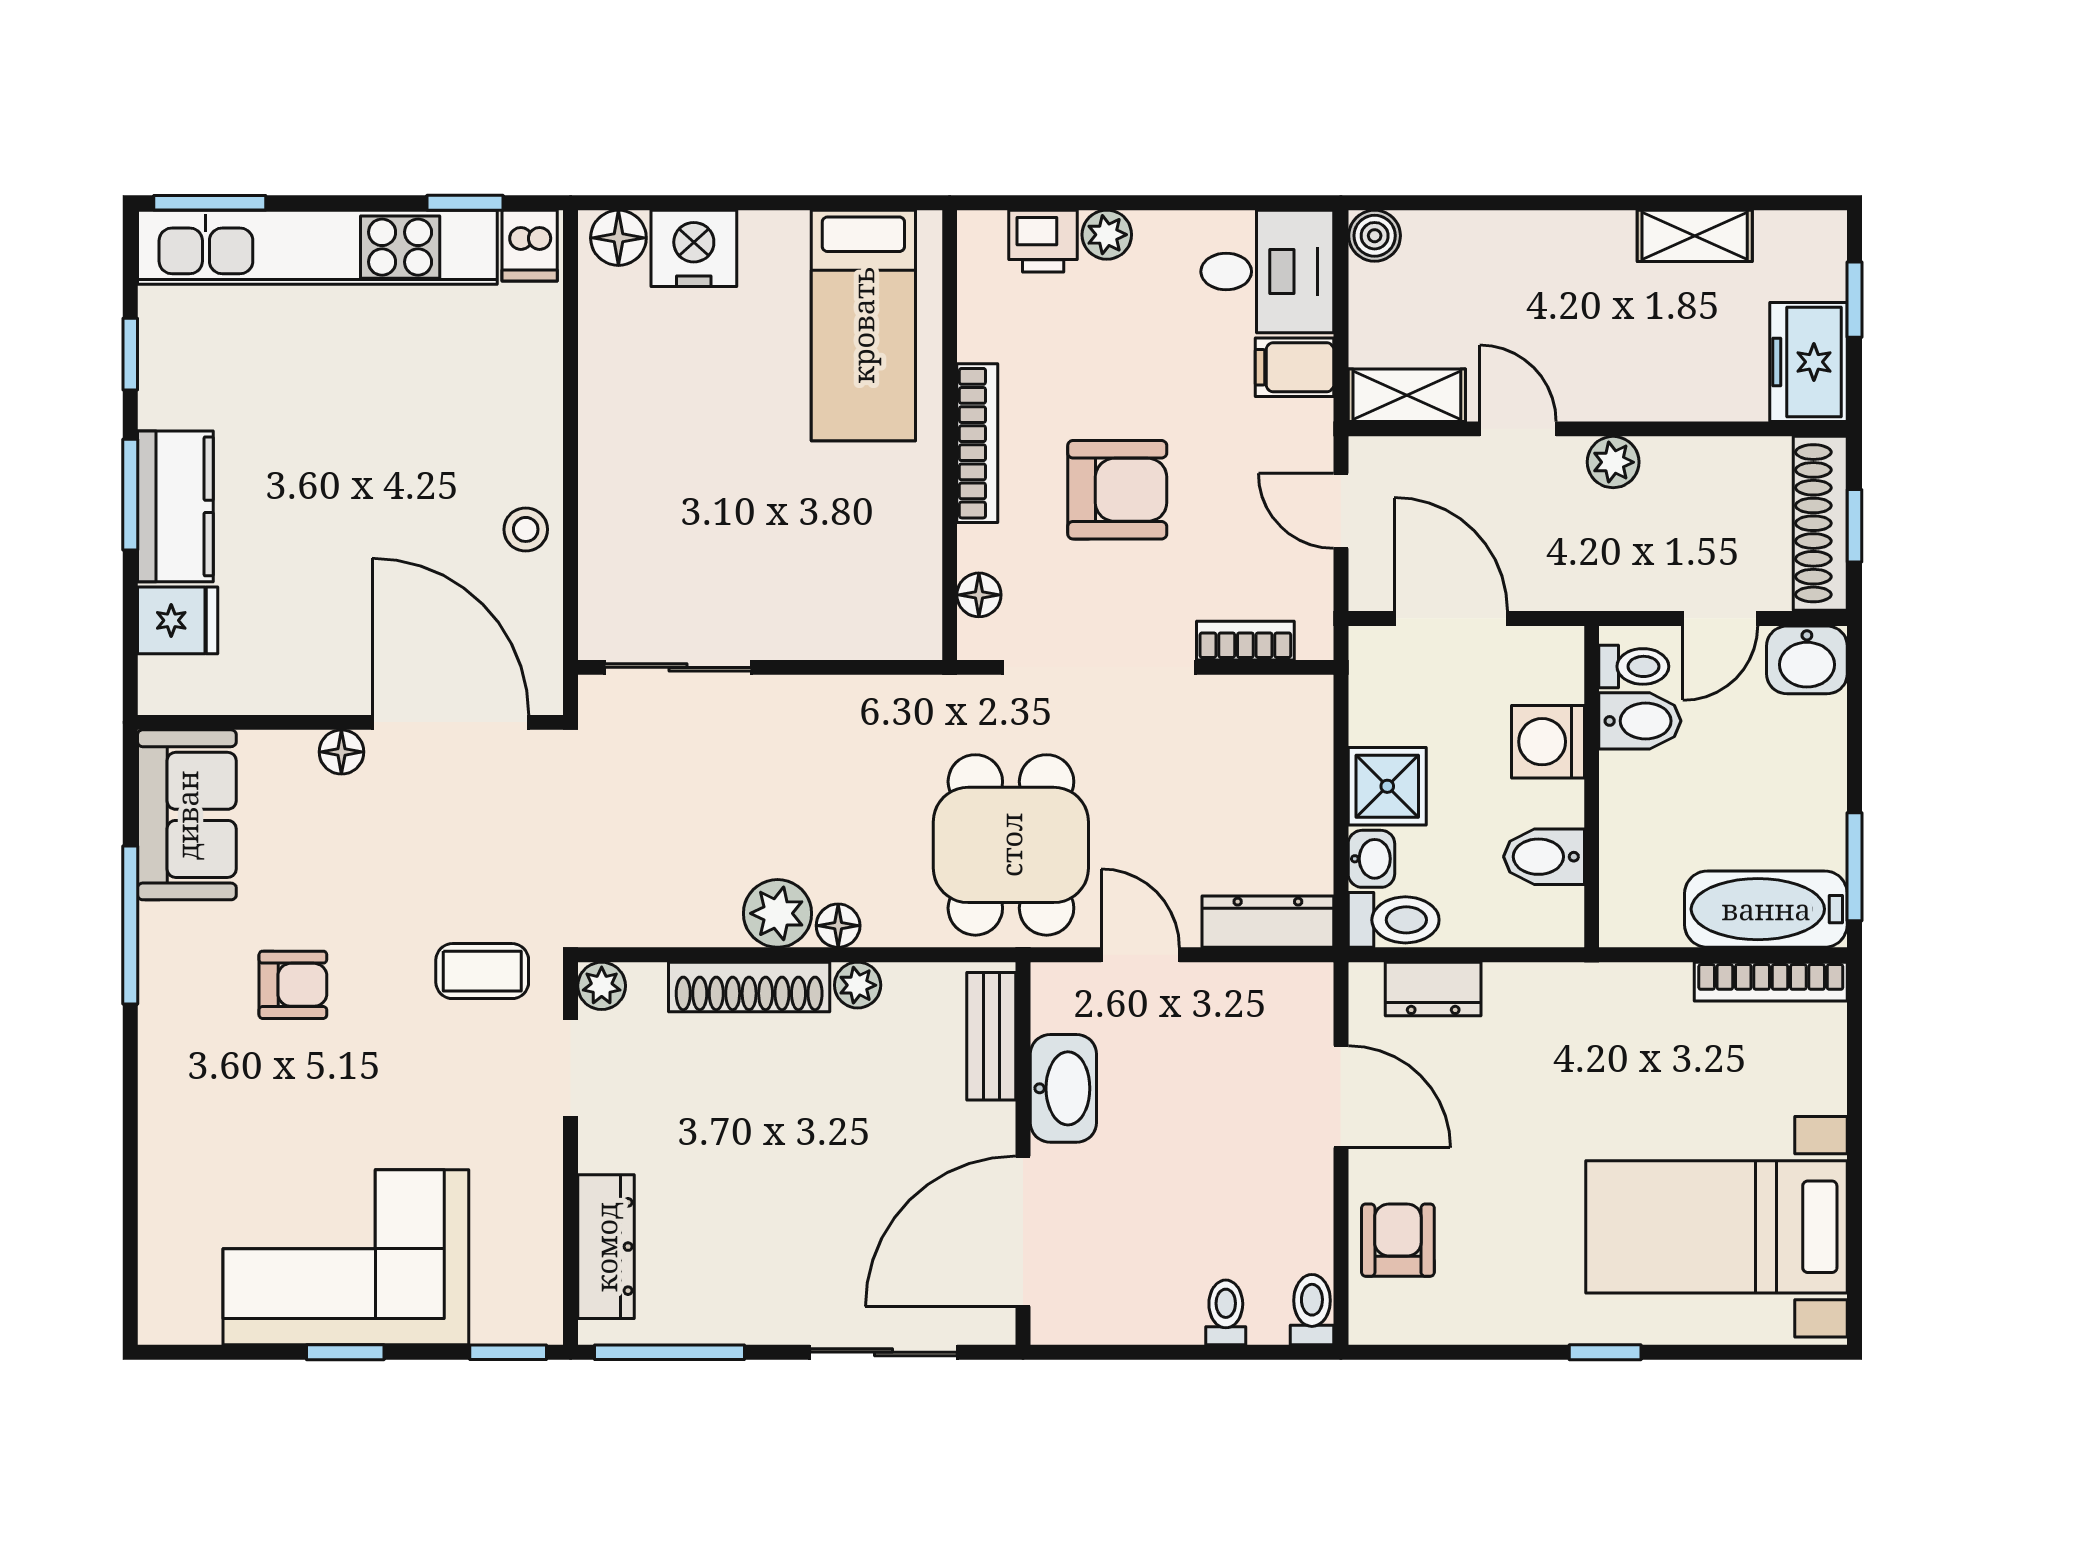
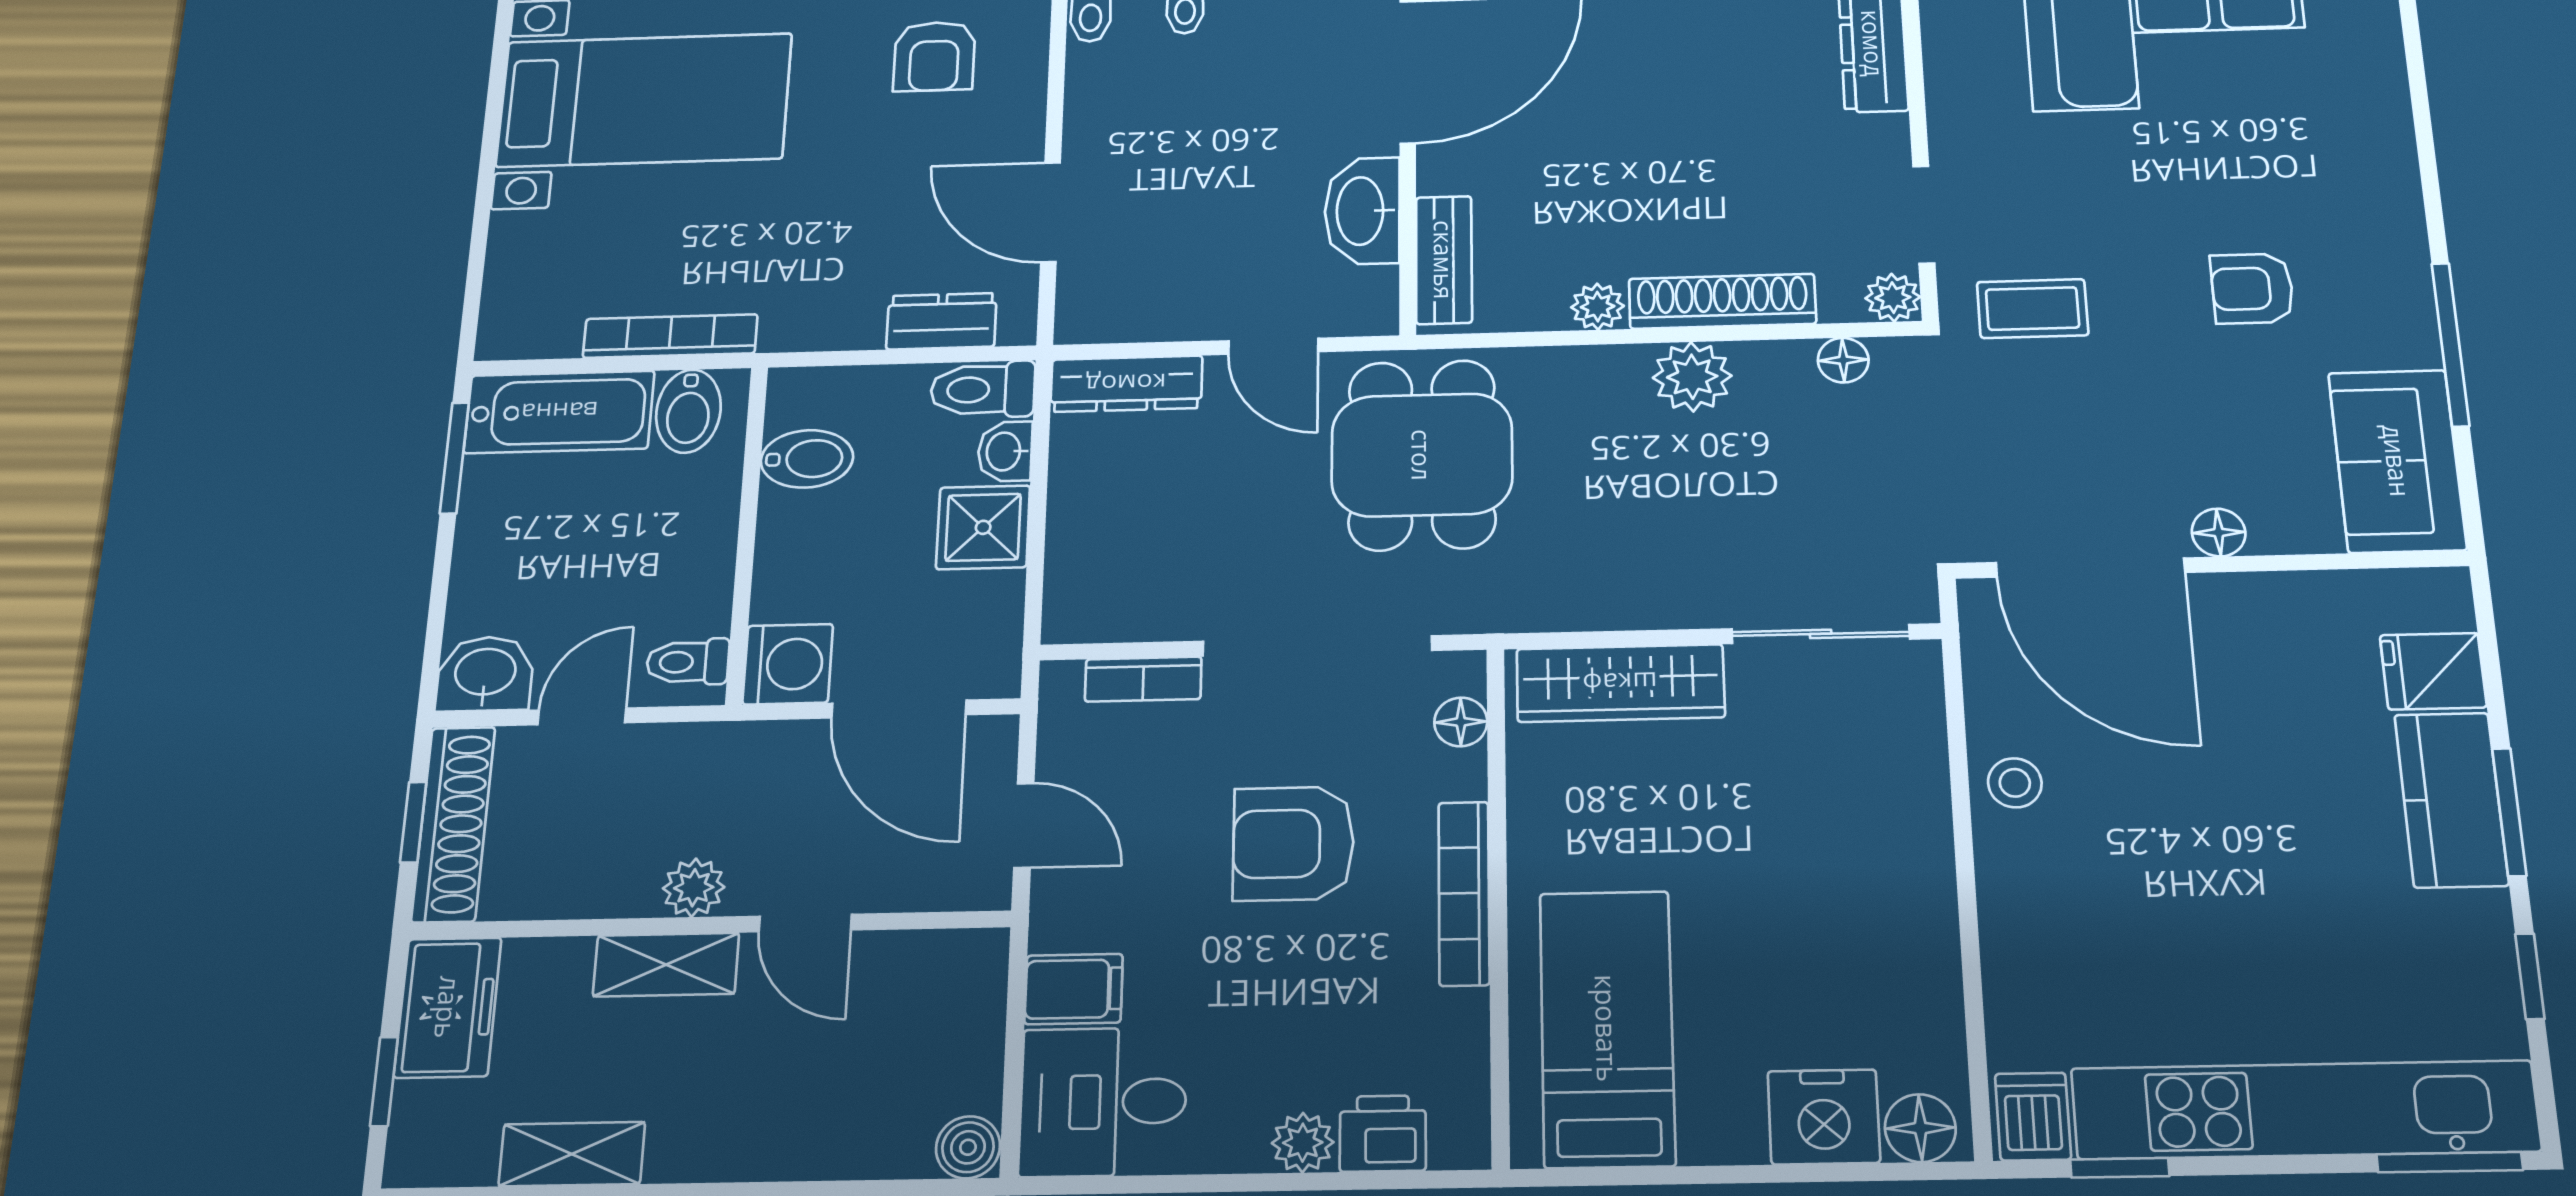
shelving: (1407, 395) -> (666, 965), moved
wardrobe: (846, 627) -> (1620, 683), added
bidet: (1640, 721) -> (688, 411), moved, turned -90
washing machine: (1548, 742) -> (788, 664), moved
floor lamp: (838, 926) -> (1843, 360), moved
bookcase: (1771, 982) -> (670, 336), moved
armchair: (1398, 1240) -> (934, 56), moved

